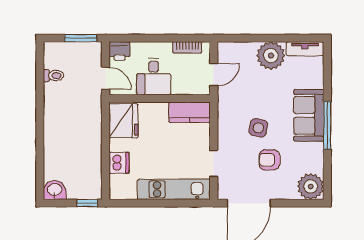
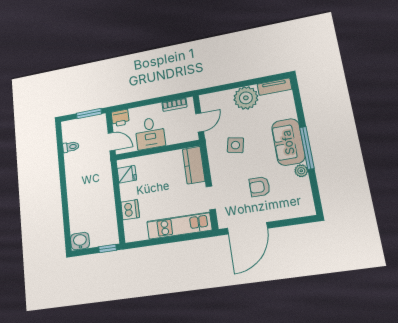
kitchen counter: (189, 112) -> (194, 165), moved, turned 90
fridge: (124, 121) -> (127, 174), width x0.53, depth x0.75
side table: (258, 128) -> (235, 145), moved
plant: (311, 186) -> (301, 171), moved, width x0.53, depth x0.53

